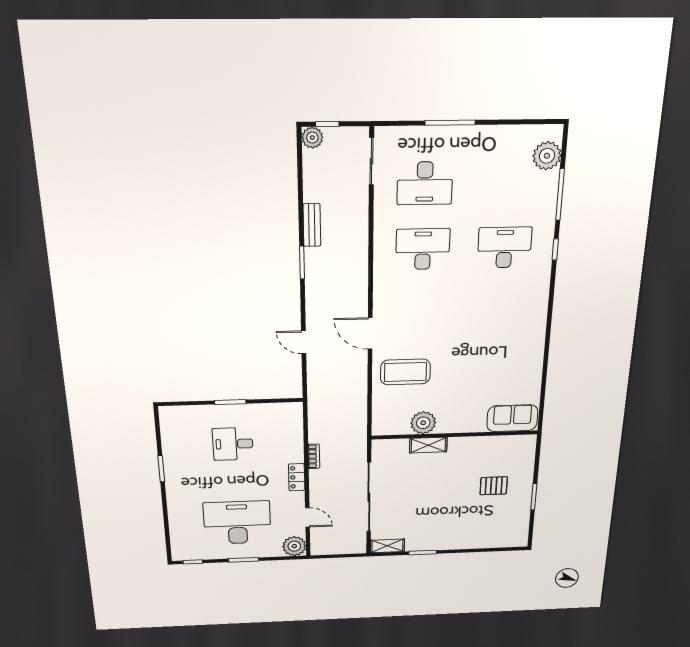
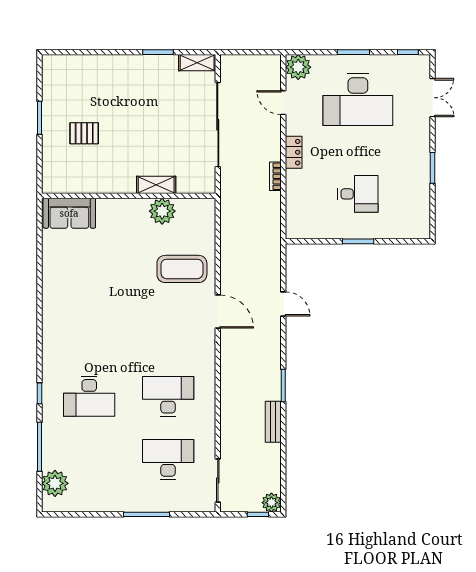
desk: (423, 249) -> (168, 396), turned 180
double door: (166, 527) -> (433, 98), added

